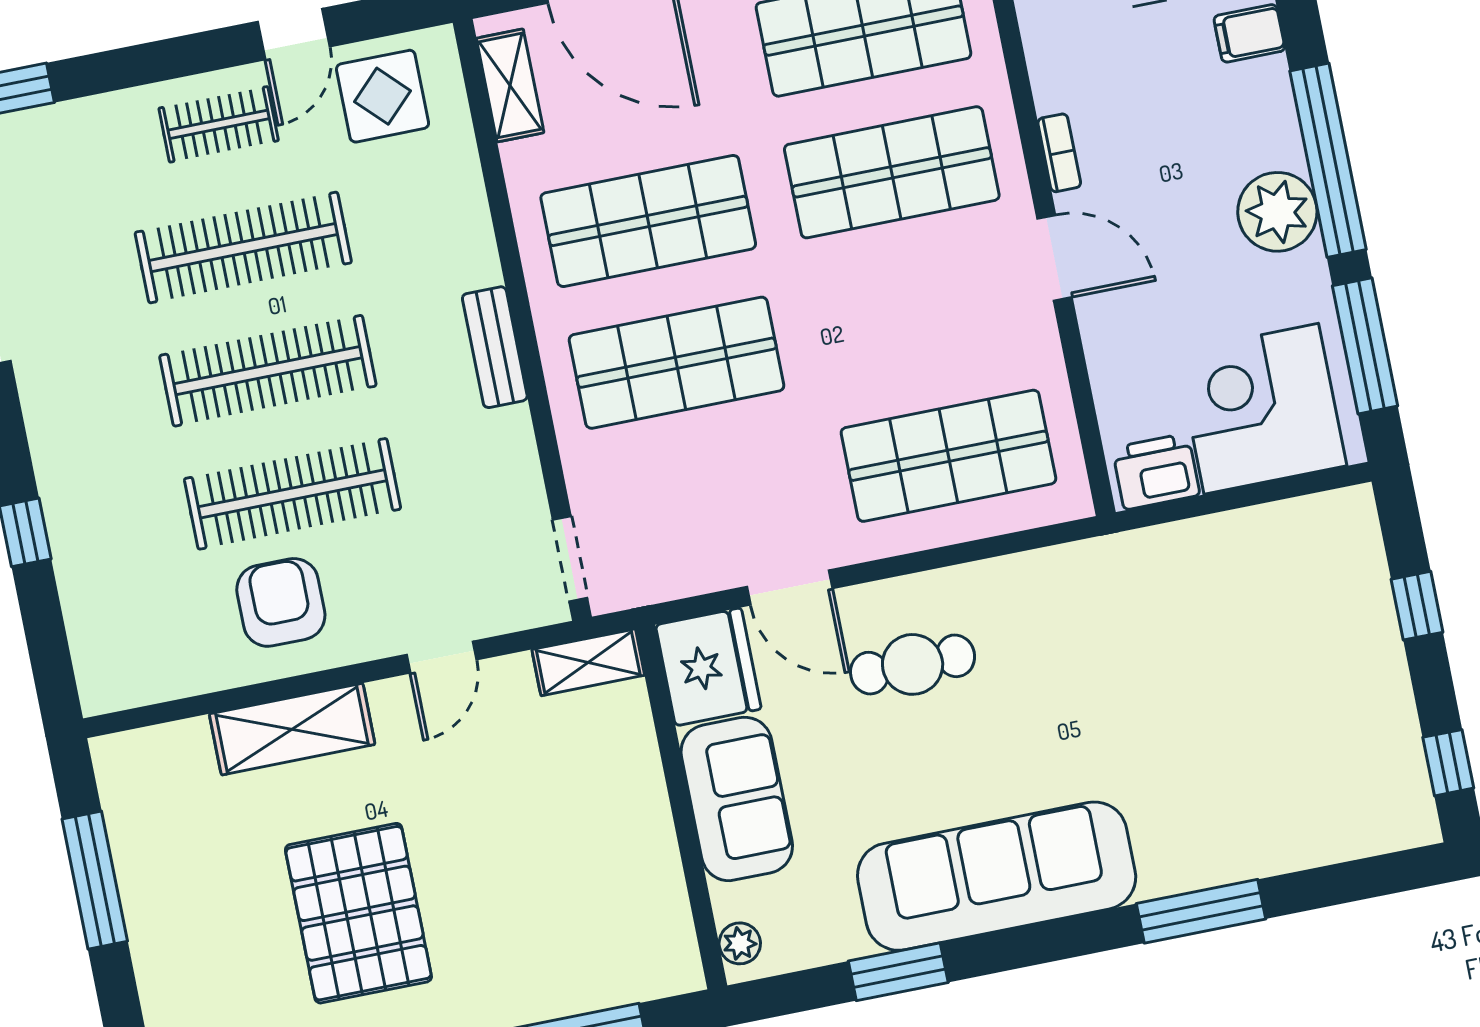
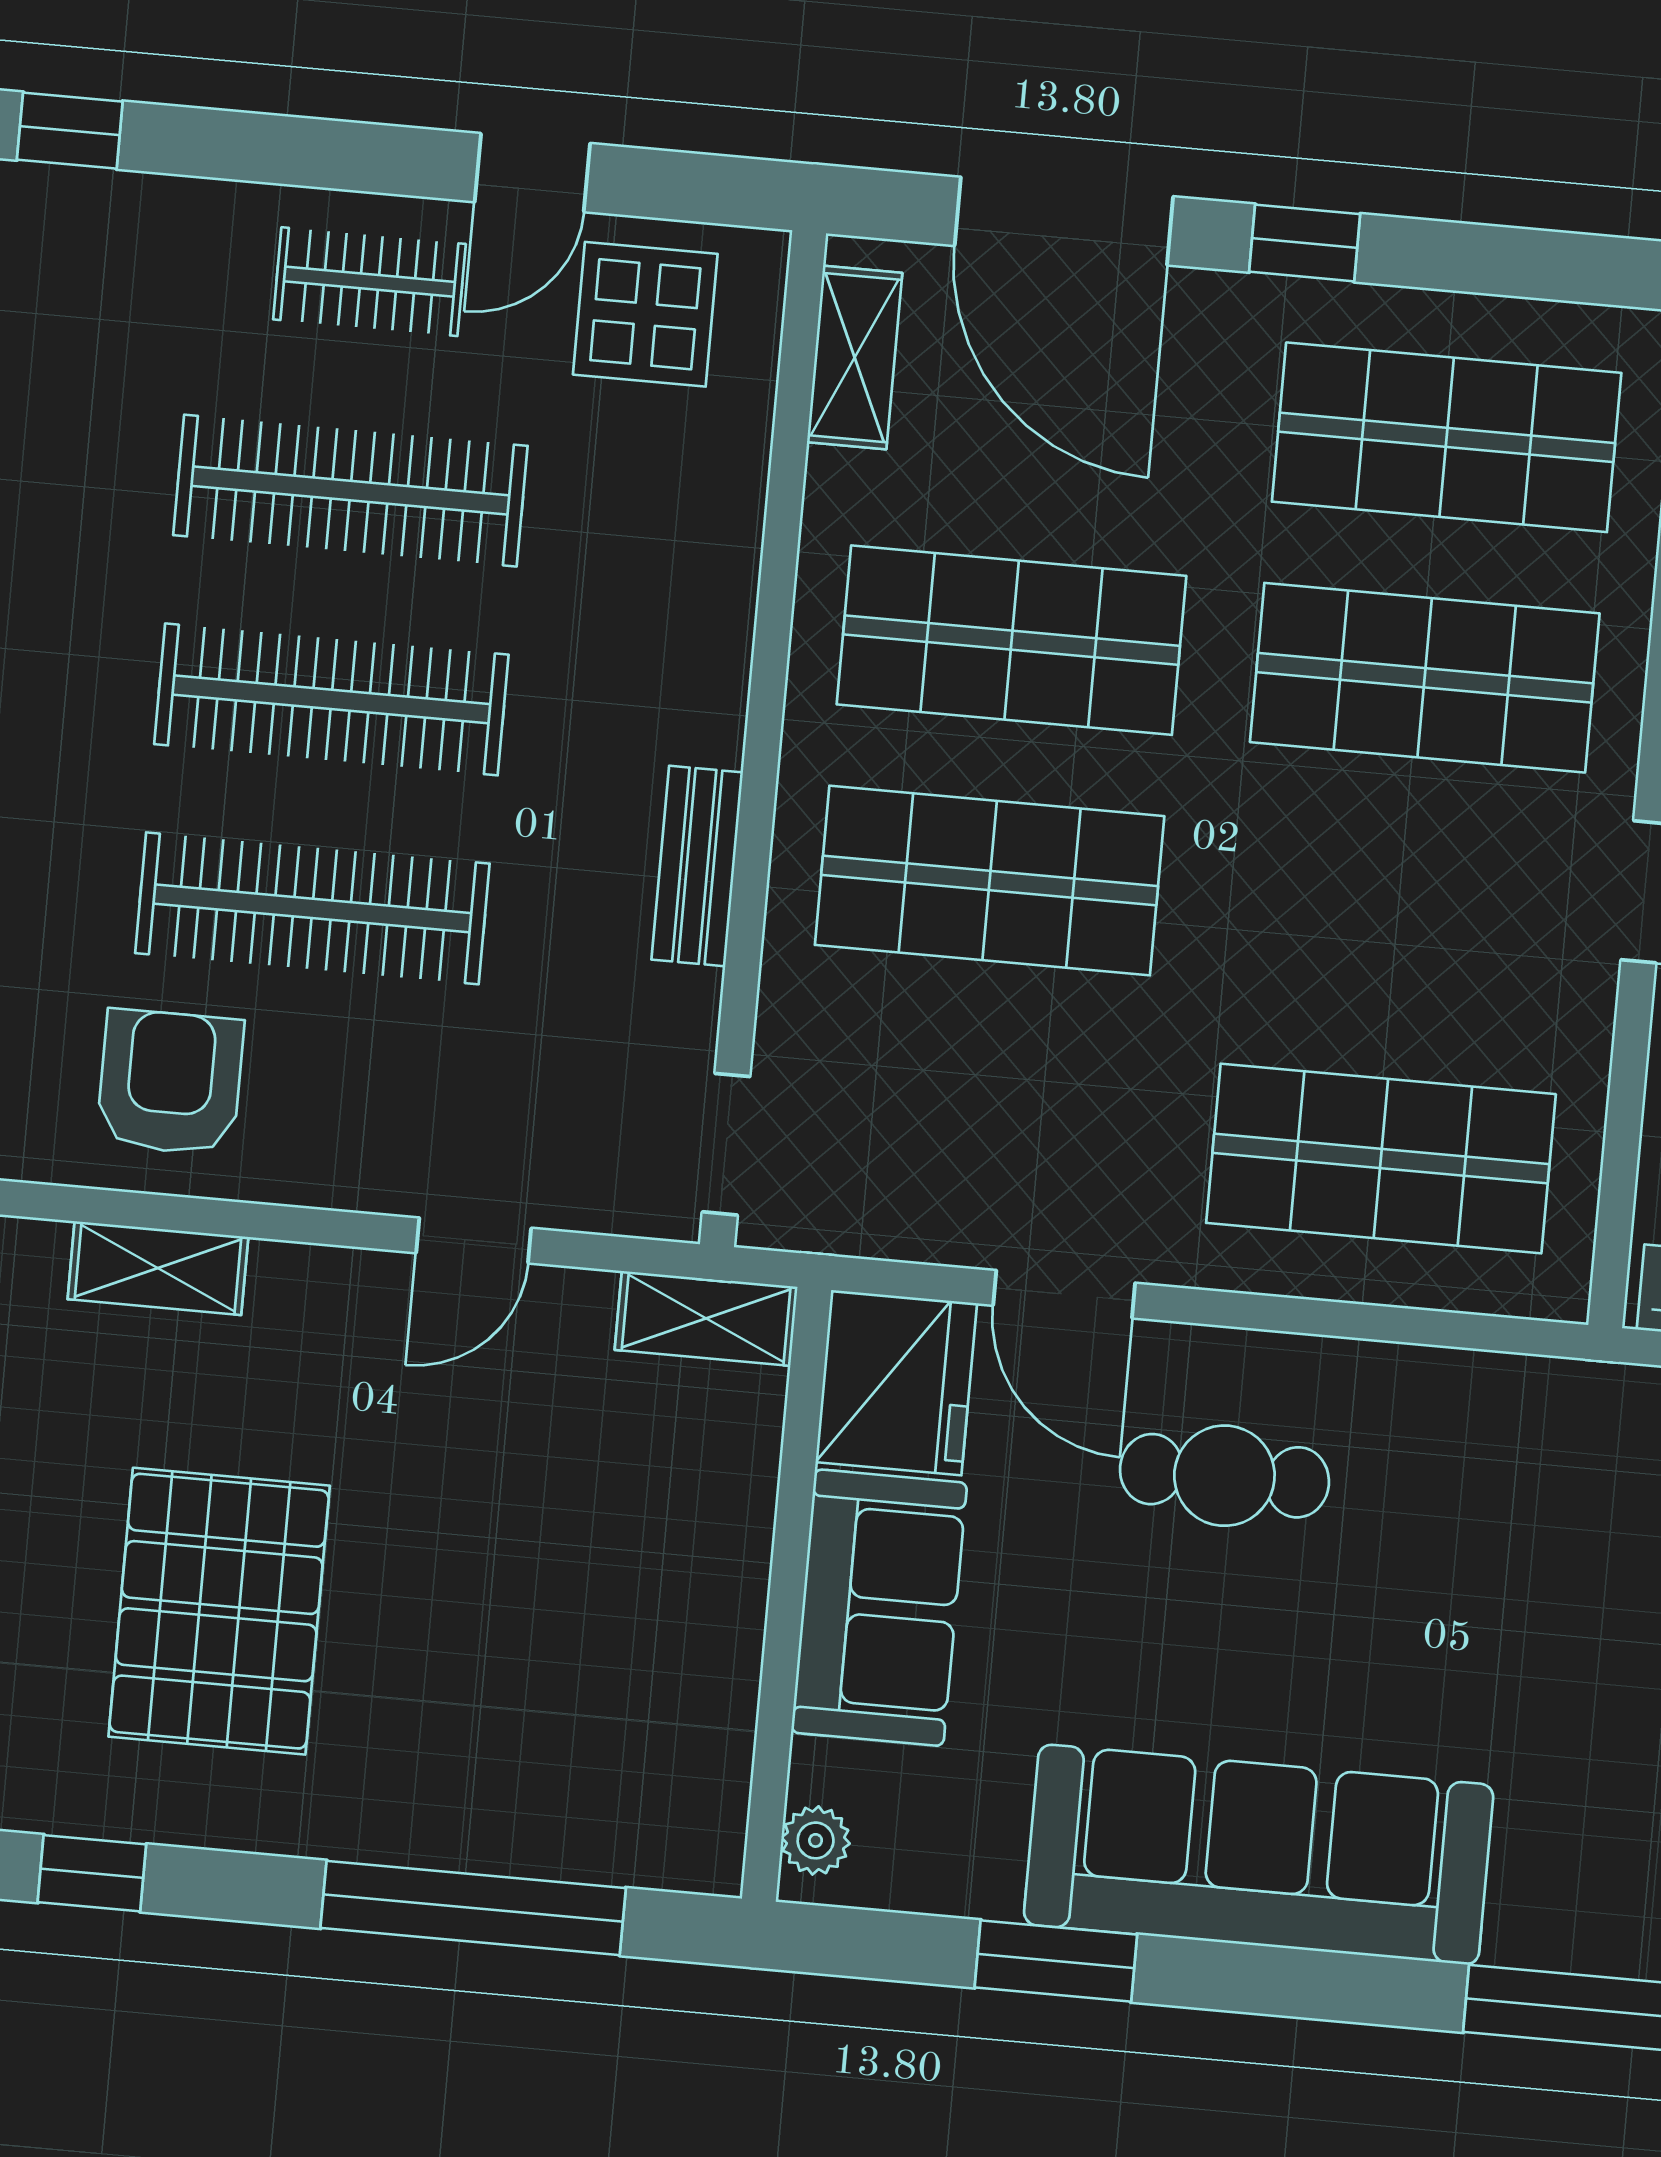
bench: (495, 347) -> (697, 866), moved
armchair: (281, 602) -> (170, 1082), moved
shelving: (292, 729) -> (158, 1268), width x0.67, depth x0.75

